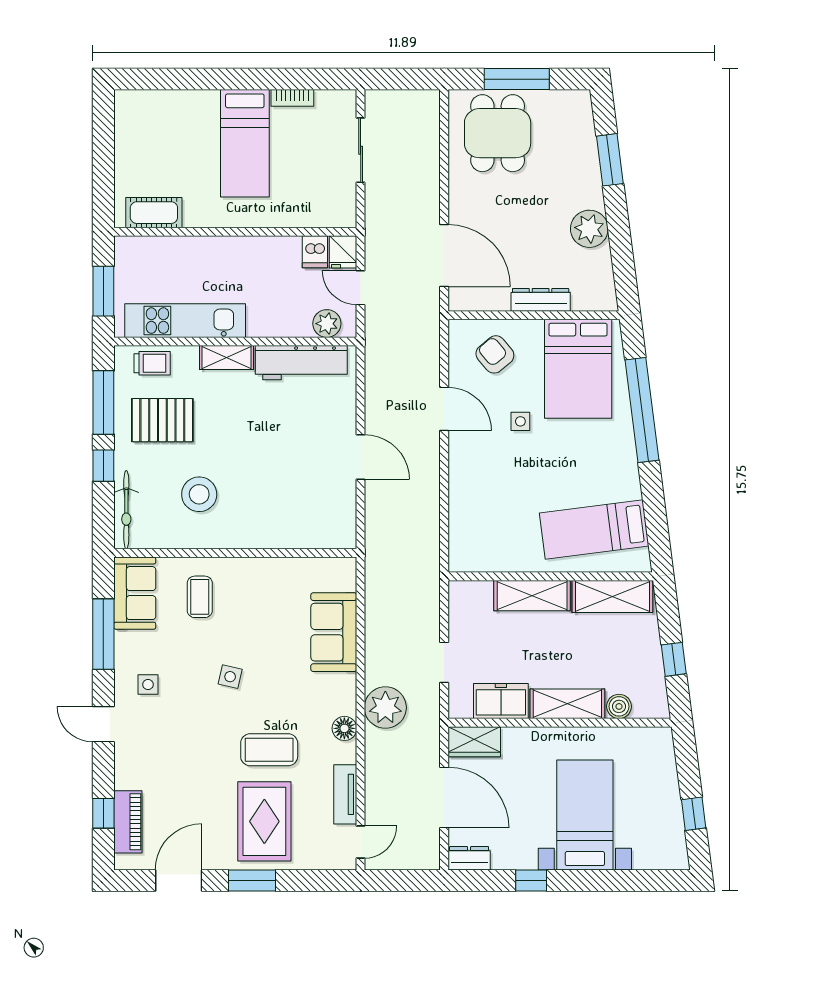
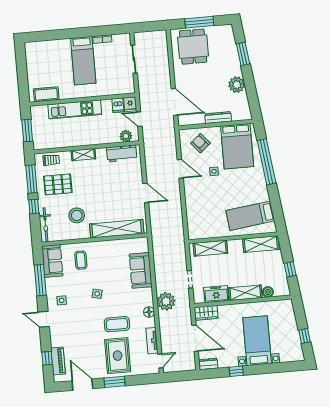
kitchen unit: (185, 321) -> (75, 109), moved, turned 180
workbench: (301, 363) -> (122, 154), width x0.73
shelving: (288, 532) -> (117, 229), added
shelving: (532, 596) -> (210, 248), moved
door: (179, 881) -> (82, 385), hinge flipped

